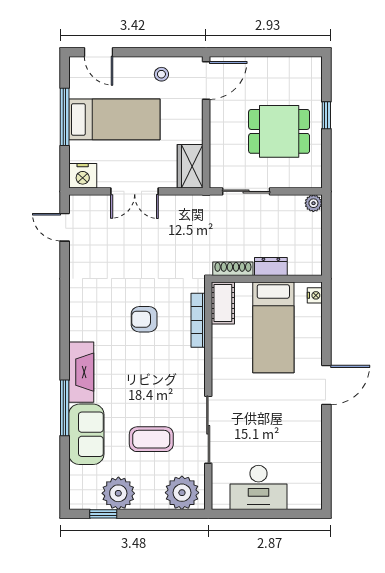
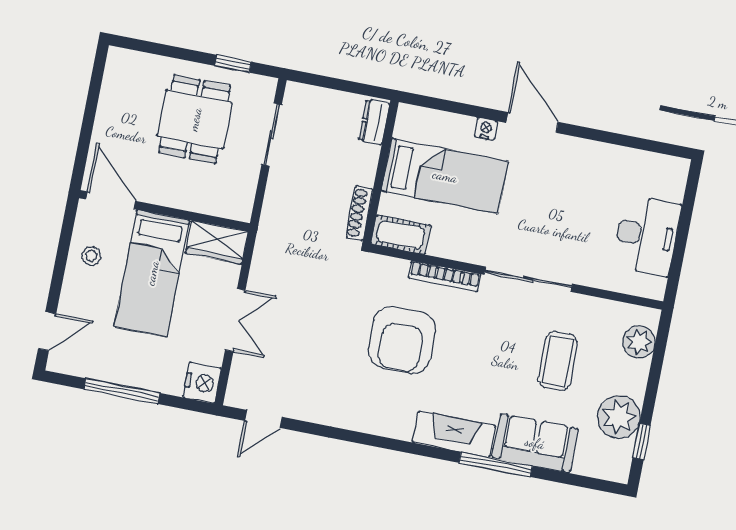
window: (326, 115) -> (233, 64), moved
bed: (114, 119) -> (152, 273), moved, turned 180
sliding door: (246, 191) -> (272, 135), moved
plant: (313, 203) -> (295, 93), removed
dresser: (271, 266) -> (374, 122), moved
nightstand: (315, 295) -> (486, 129), moved
armchair: (144, 319) -> (402, 340), width x1.88, depth x1.88
bookcase: (198, 320) -> (445, 276), moved
sliding door: (208, 430) -> (528, 279), moved
plant: (182, 493) -> (639, 342), width x0.73, depth x0.73

